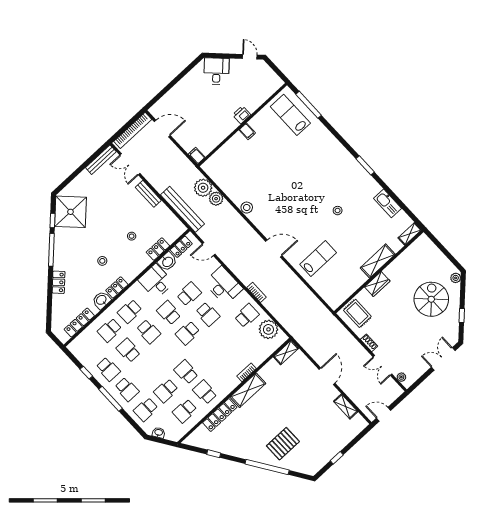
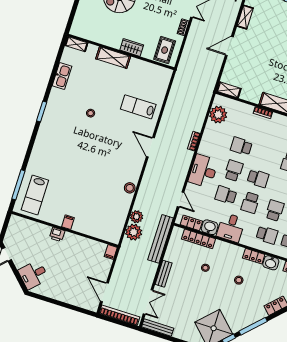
locker: (158, 249) -> (198, 239), width x1.53
school desk: (247, 316) -> (241, 146), moved

